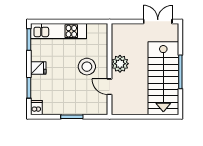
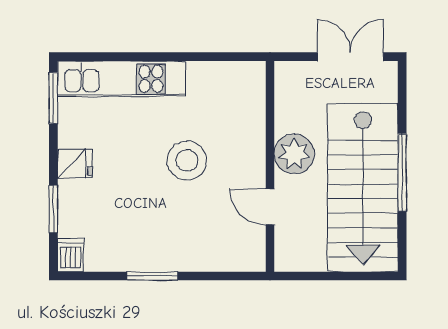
plant: (120, 64) -> (294, 154), moved
wall: (110, 69) -> (270, 166), moved
door: (110, 87) -> (270, 207), moved

